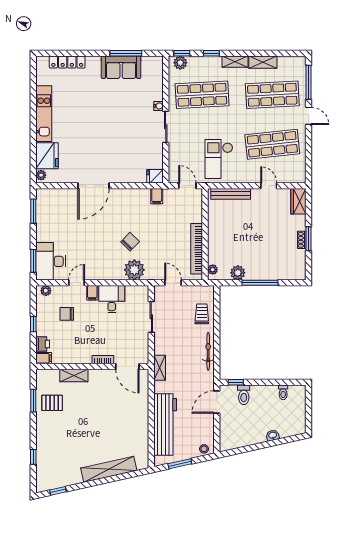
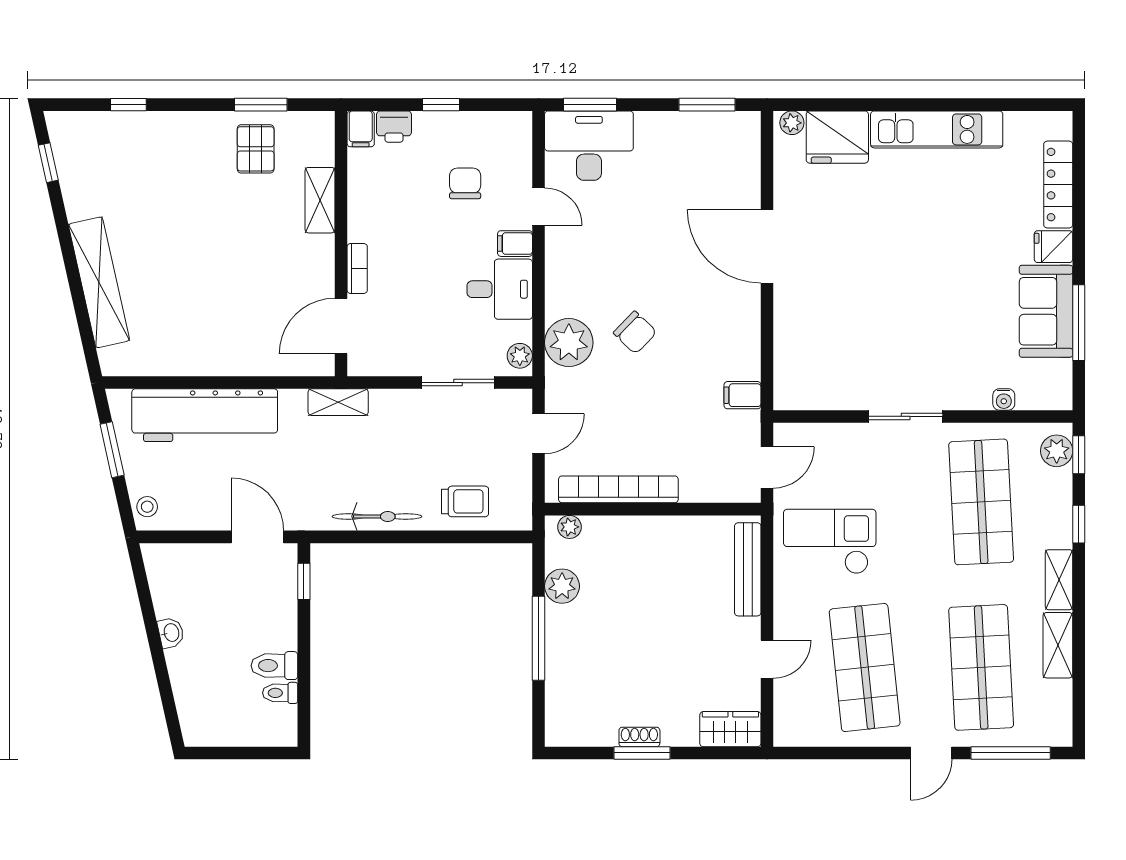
water cooler: (159, 106) -> (1004, 399), moved
fridge: (155, 176) -> (1053, 247), moved, turned -90
plant: (46, 291) -> (520, 356), moved
toilet: (244, 395) -> (274, 666), moved
washbasin: (273, 435) -> (171, 633), moved

